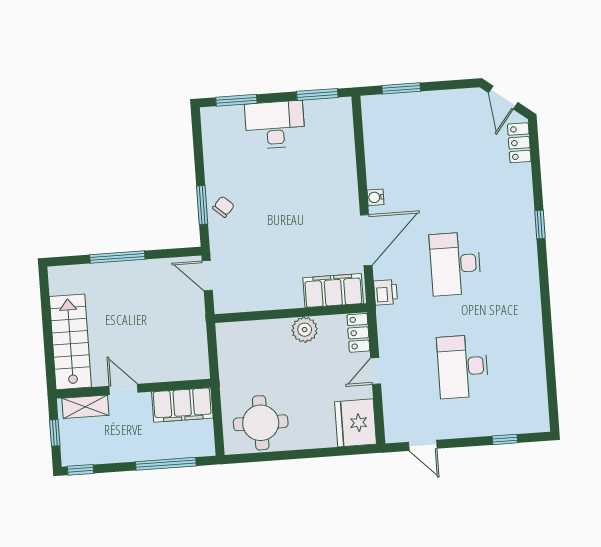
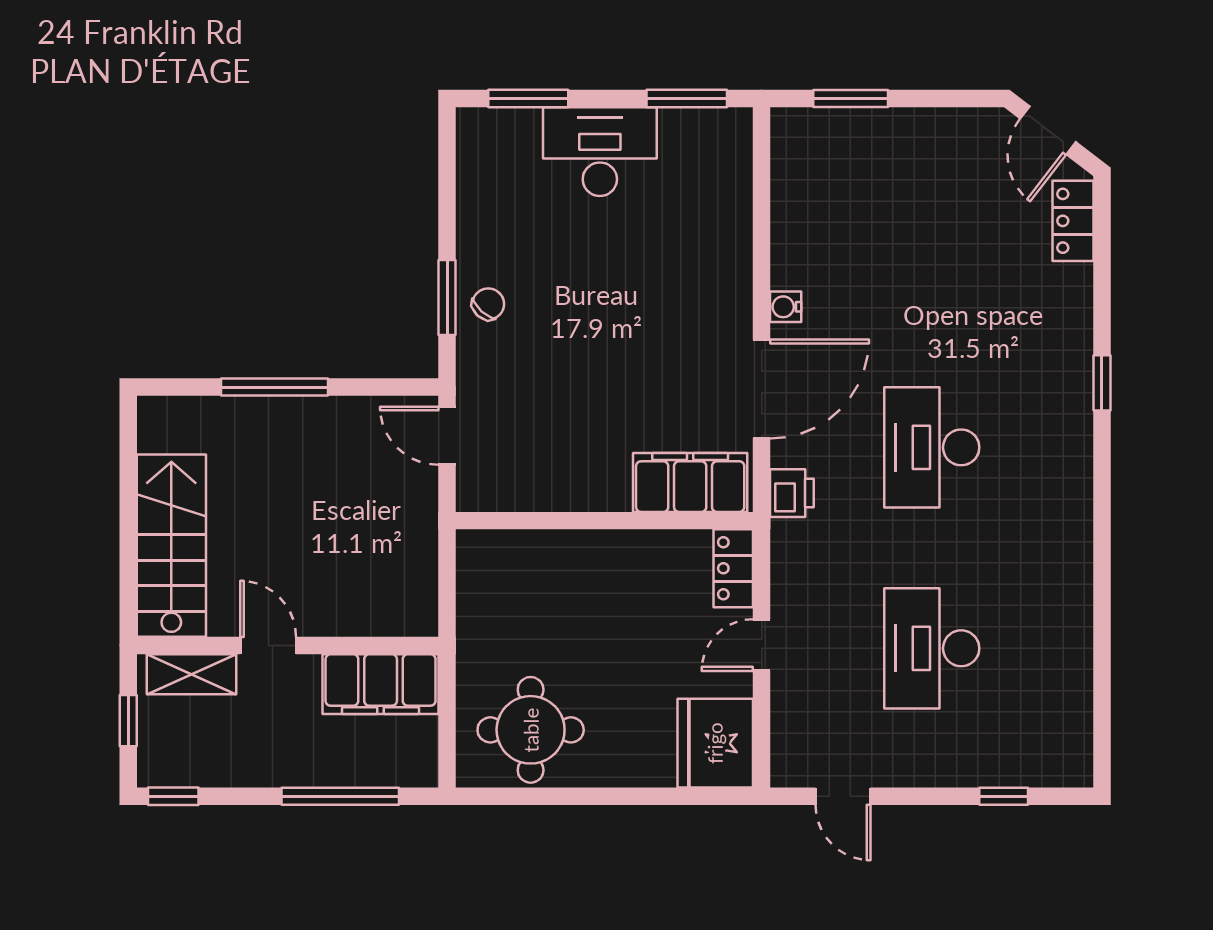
plant: (305, 330) -> (629, 555), removed

